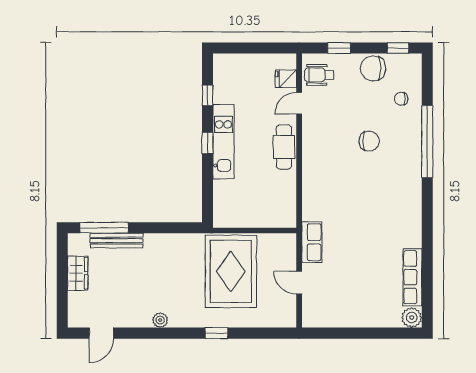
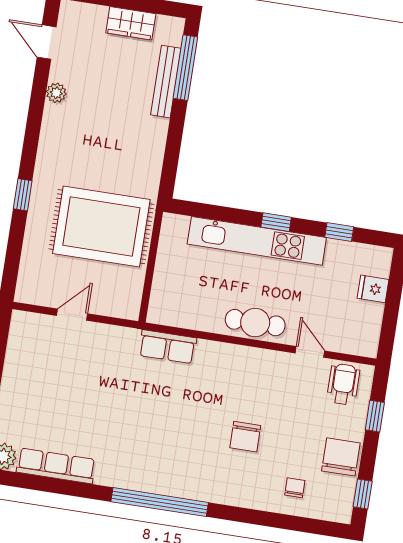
fridge: (286, 79) -> (373, 289), moved, turned -90
kitchen unit: (223, 142) -> (257, 241), width x1.36
window: (427, 142) -> (160, 502), moved
row of seats: (312, 242) -> (168, 347), moved
plant: (160, 320) -> (56, 93), moved

